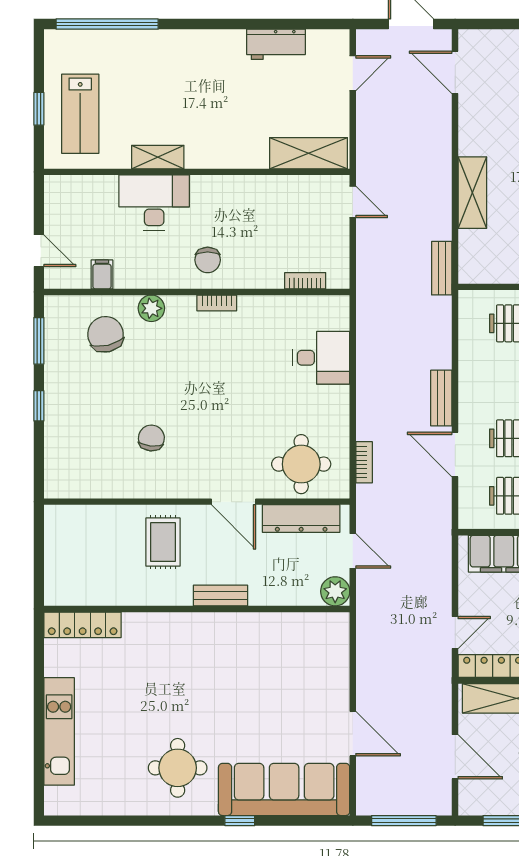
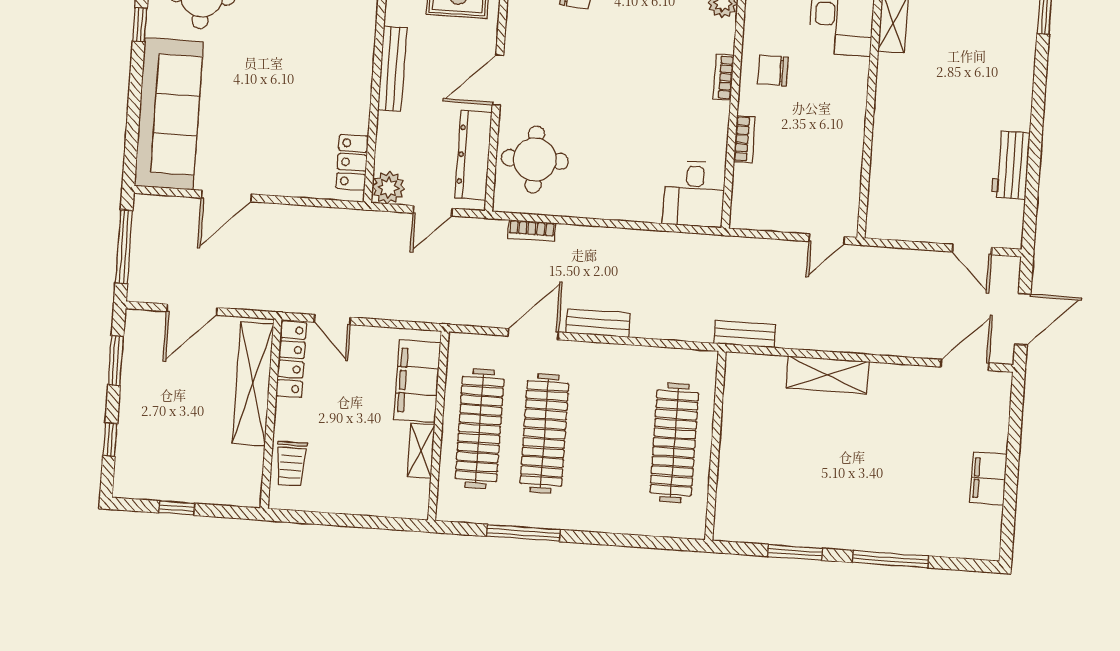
shelving: (309, 153) -> (885, 193), removed
bookcase: (305, 281) -> (744, 139), moved
desk: (321, 358) -> (694, 194), moved
bench: (220, 596) -> (392, 69), width x1.36
locker: (315, 625) -> (352, 162), added
window: (240, 821) -> (140, 25), moved

